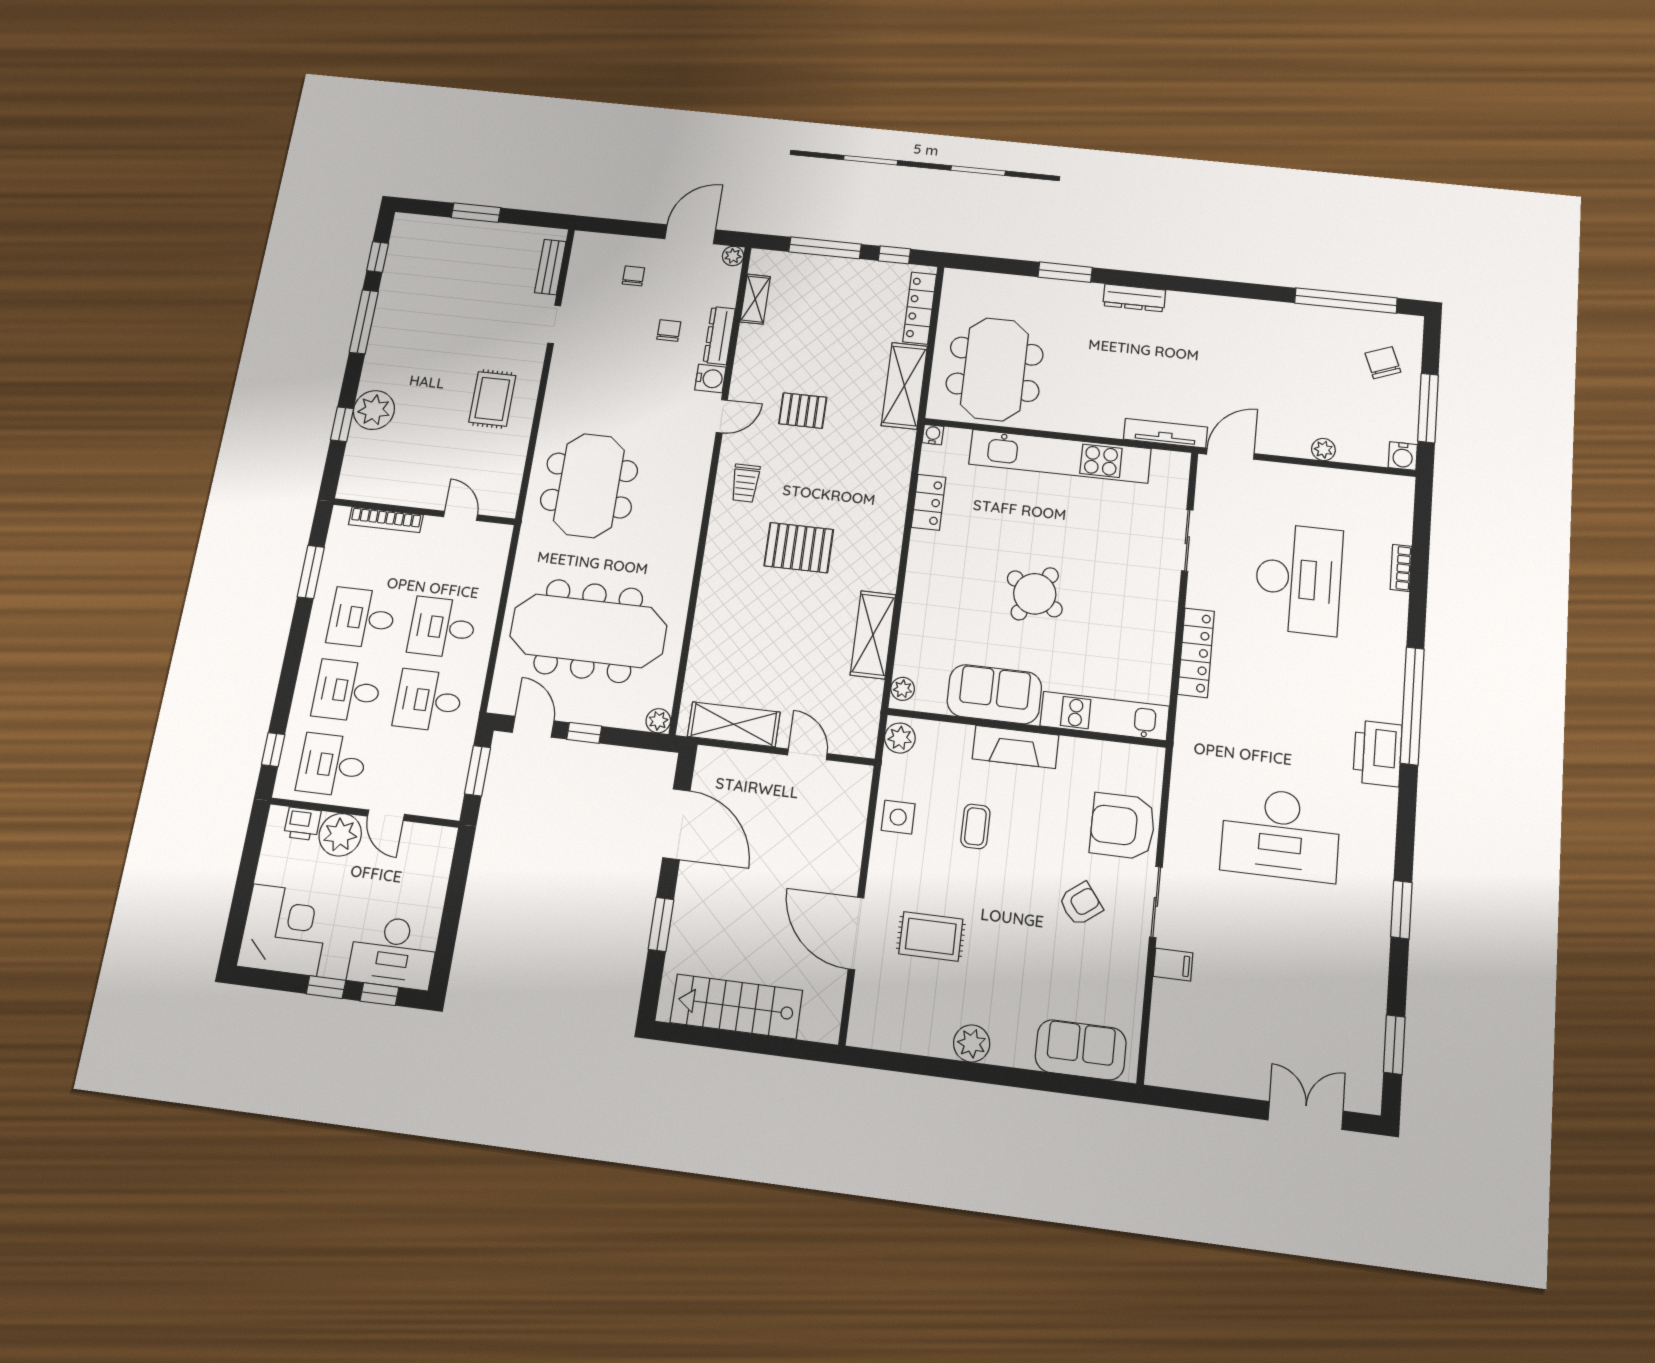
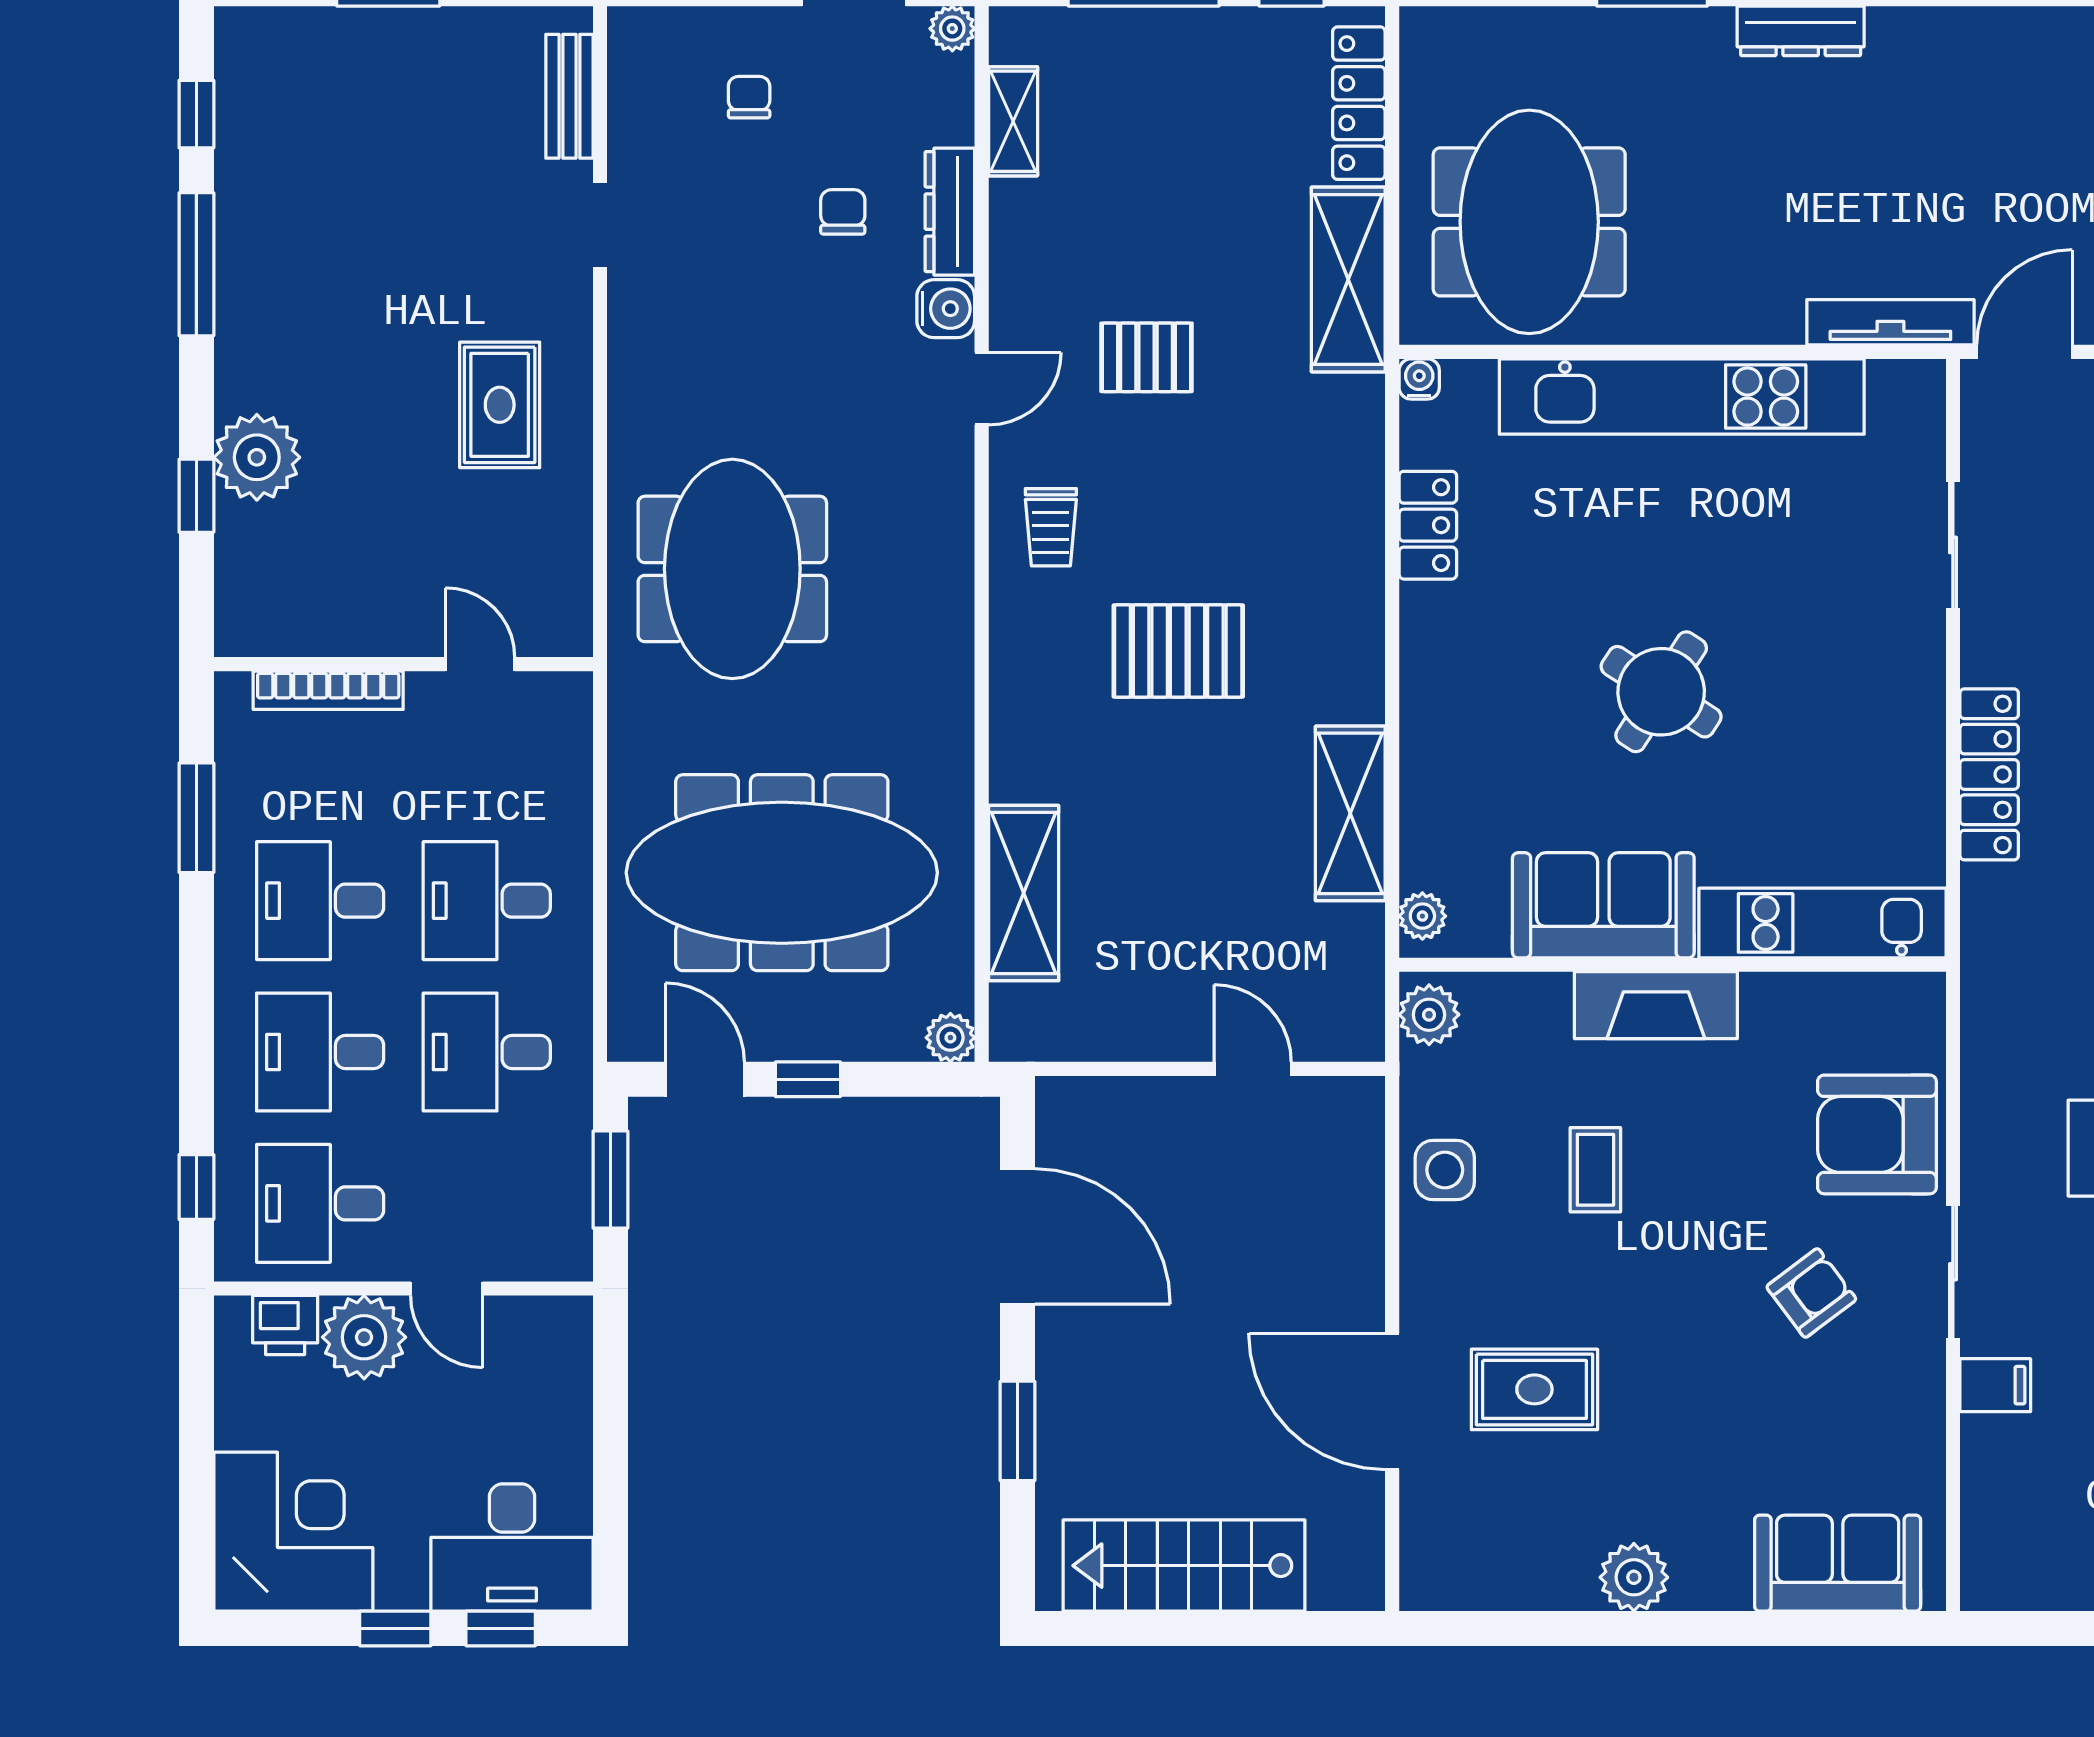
shelving: (734, 724) -> (1024, 893), moved, turned 90

